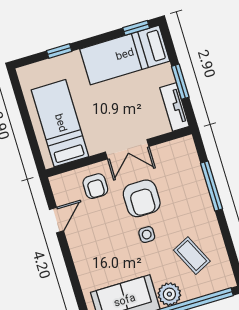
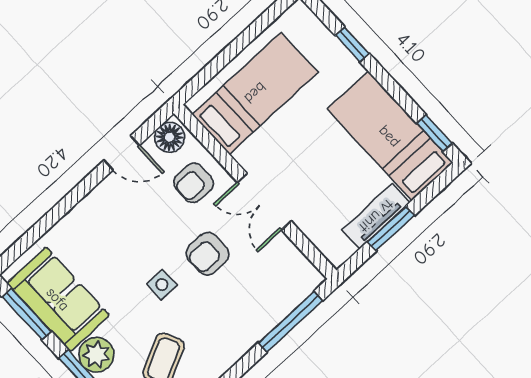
tv unit: (174, 107) -> (376, 216), moved
window: (212, 186) -> (290, 322), moved
floor lamp: (61, 187) -> (170, 137), added
armchair: (142, 198) -> (208, 254), width x0.72, depth x0.72

